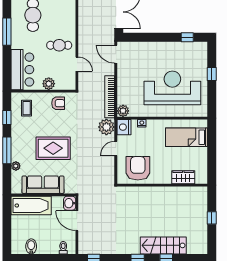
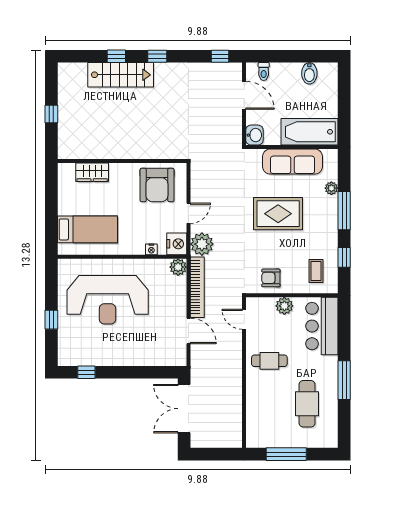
door: (116, 54) -> (188, 331), moved
door: (77, 64) -> (244, 319), moved
door: (77, 221) -> (244, 95), moved

